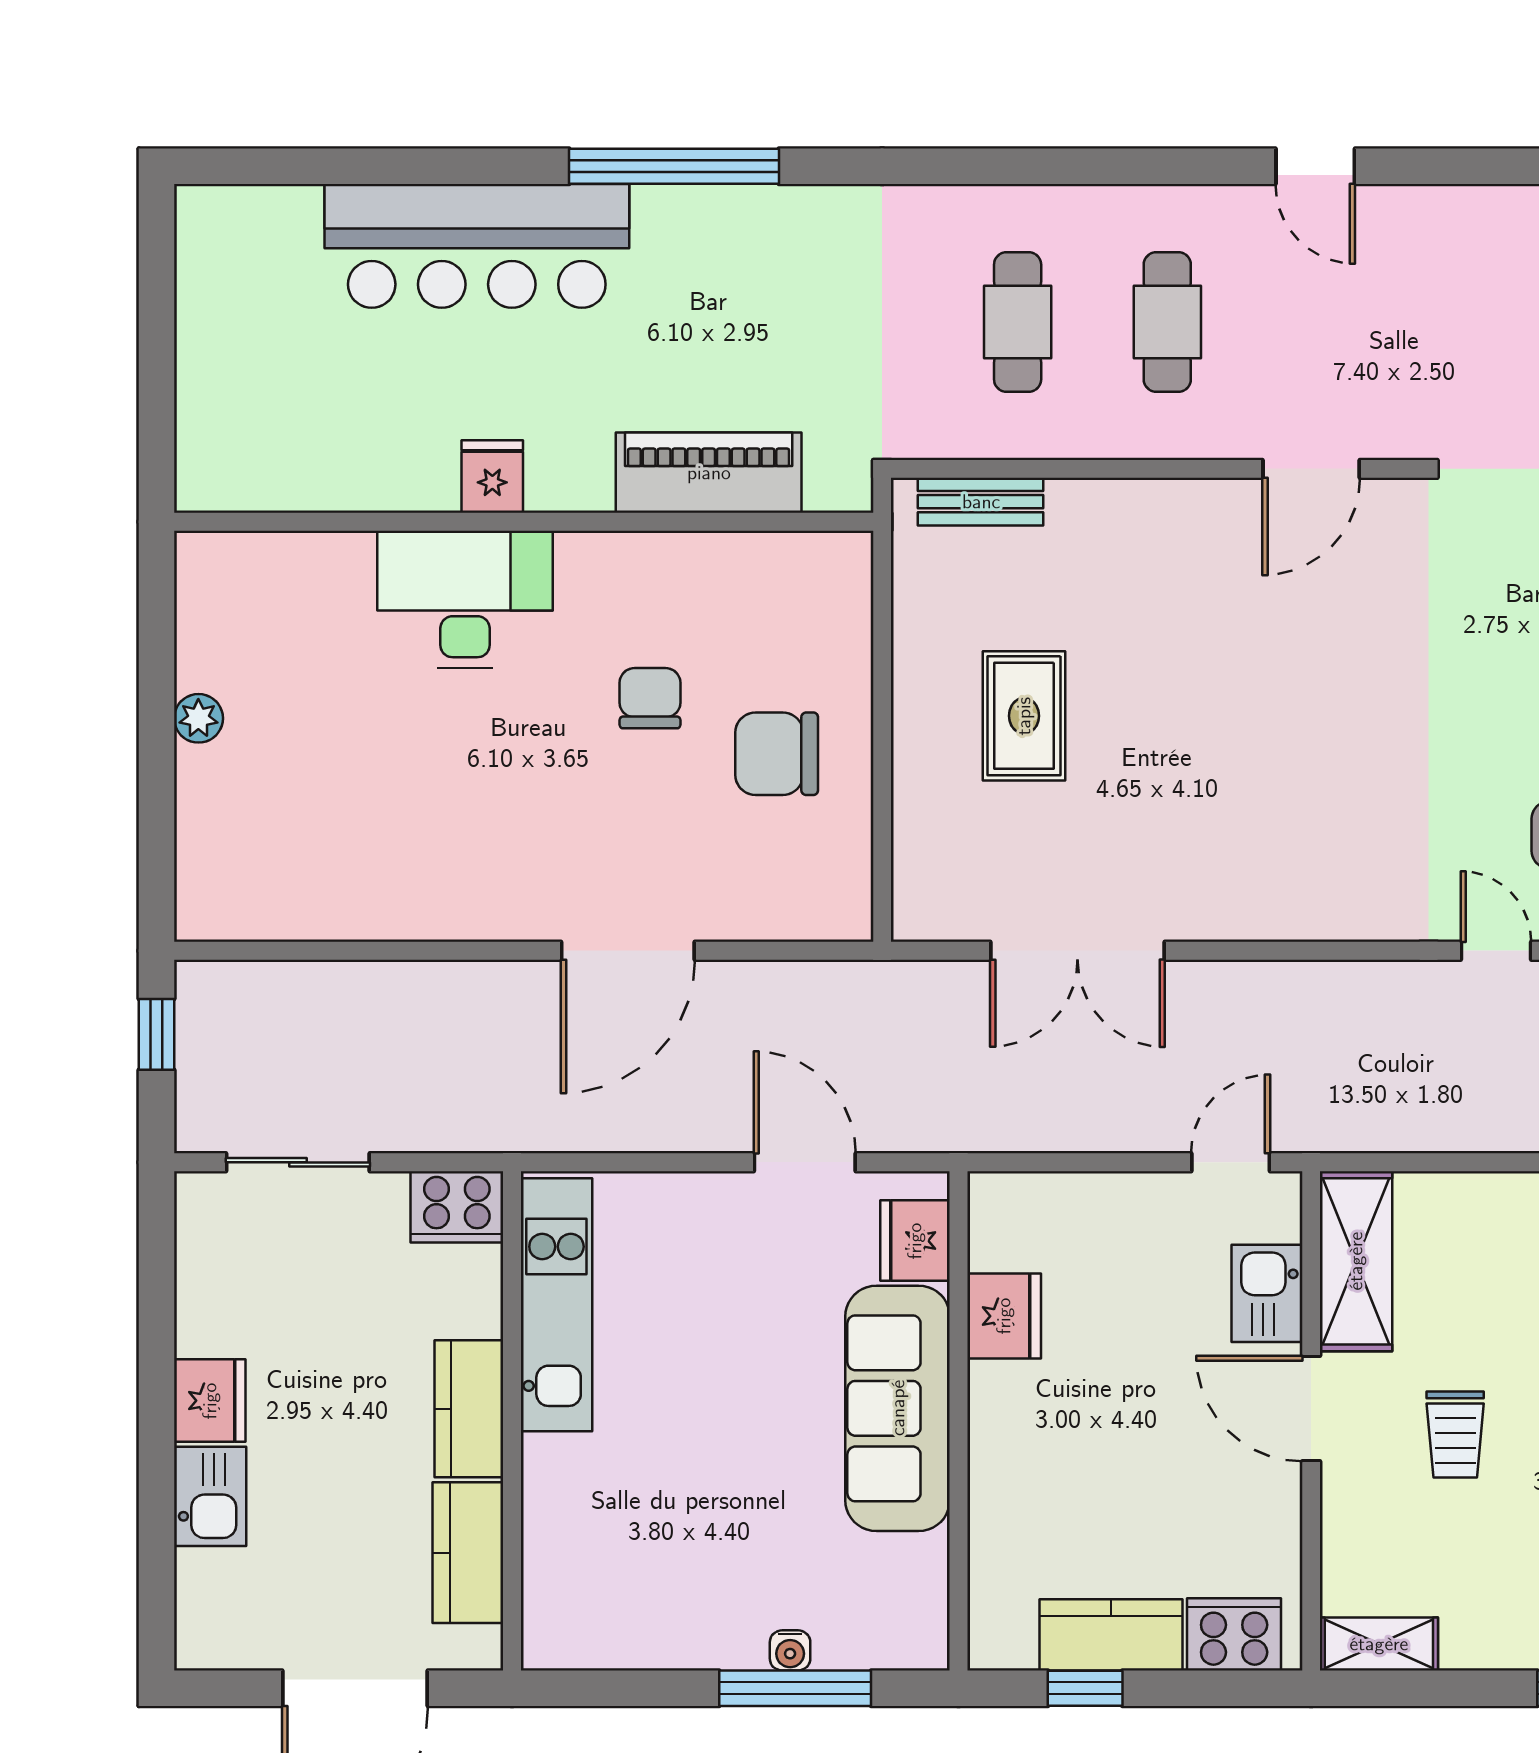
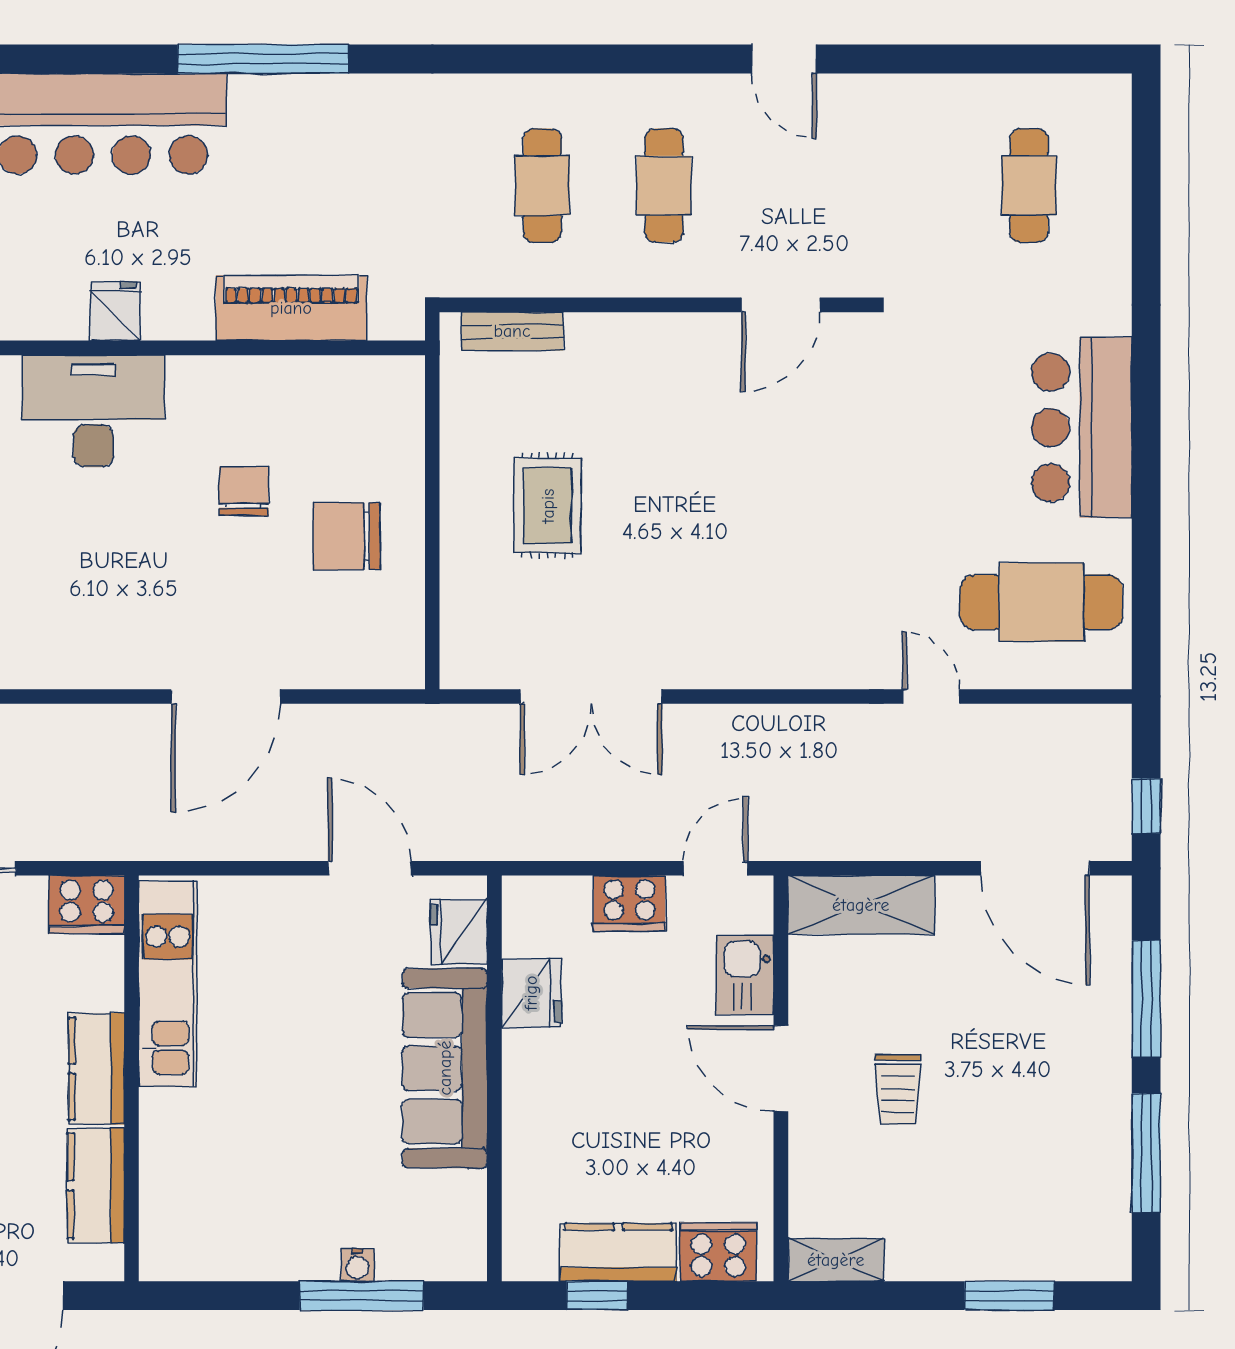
cooker: (1125, 1205) -> (629, 903), added
shelving: (1356, 1261) -> (861, 905), moved, turned 90

